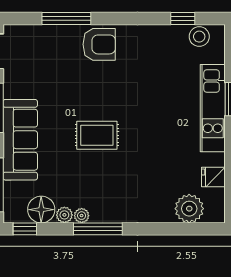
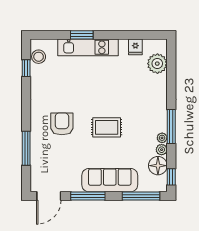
armchair: (99, 44) -> (62, 124), moved
rug: (97, 135) -> (107, 127), turned 90

